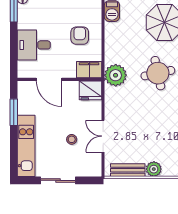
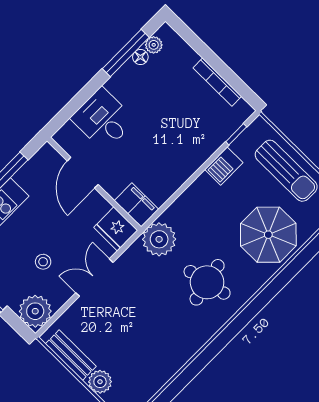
armchair: (80, 36) -> (163, 158), removed
double door: (103, 136) -> (94, 278), moved
plant: (91, 166) -> (35, 311), added

